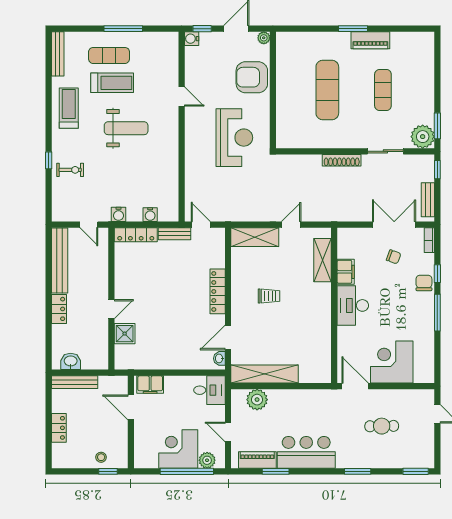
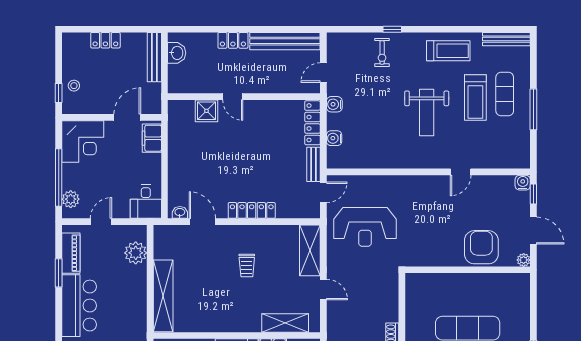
reception desk: (234, 138) -> (365, 227), moved
shelving: (265, 374) -> (163, 296), moved
corner desk: (178, 449) -> (83, 141), moved, turned 90

